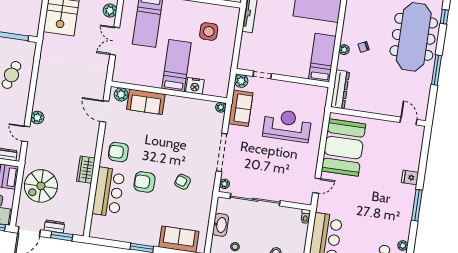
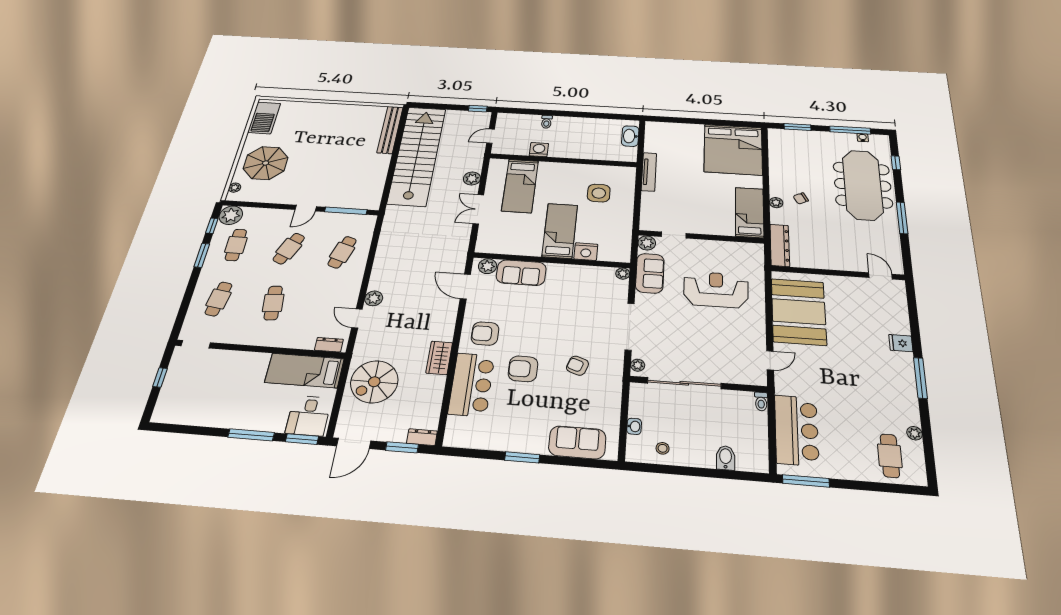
washbasin: (221, 225) -> (634, 426), width x0.52, depth x0.69
dresser: (54, 227) -> (422, 437), moved

